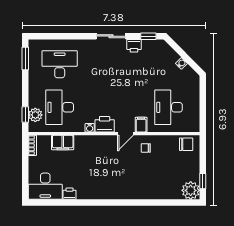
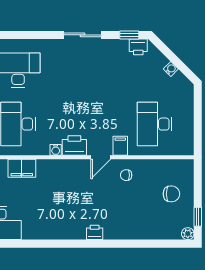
printer: (134, 46) -> (138, 47), moved
chair: (186, 144) -> (171, 194), moved
plant: (191, 190) -> (188, 234), width x0.53, depth x0.53
printer: (70, 194) -> (95, 232), moved

